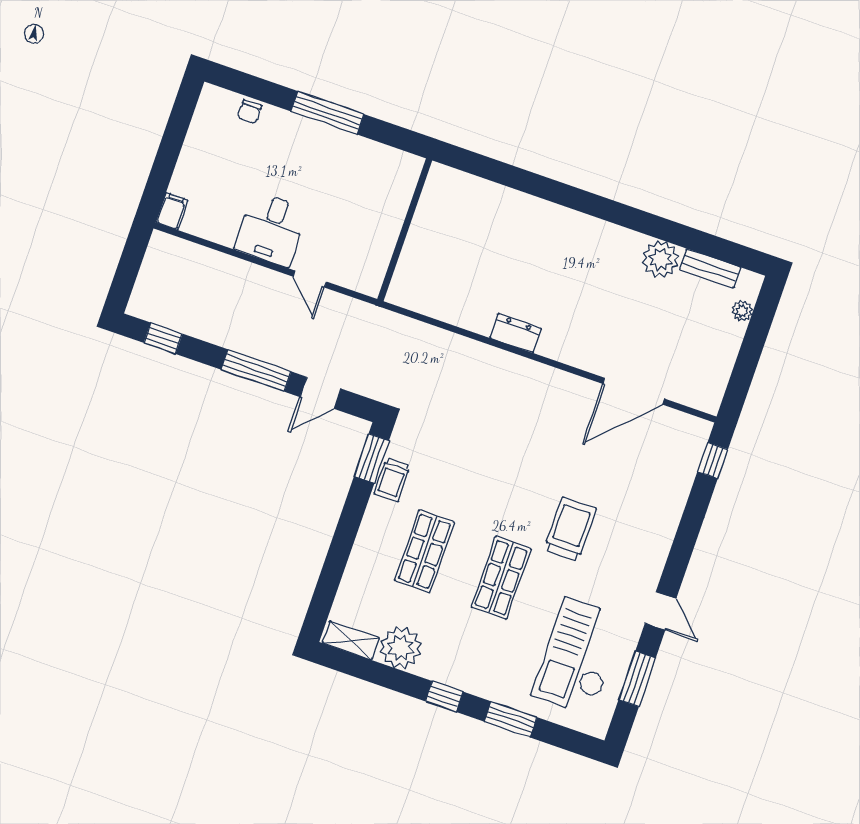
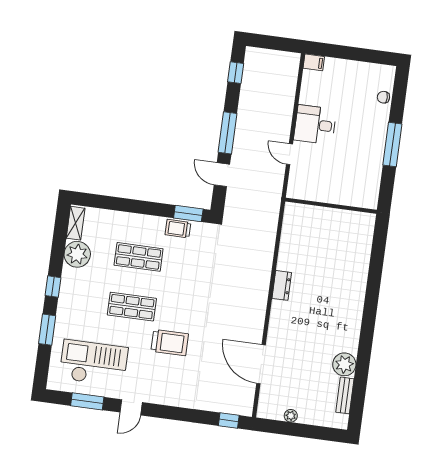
door: (310, 279) -> (289, 154), hinge flipped
plant: (742, 311) -> (291, 416), moved

